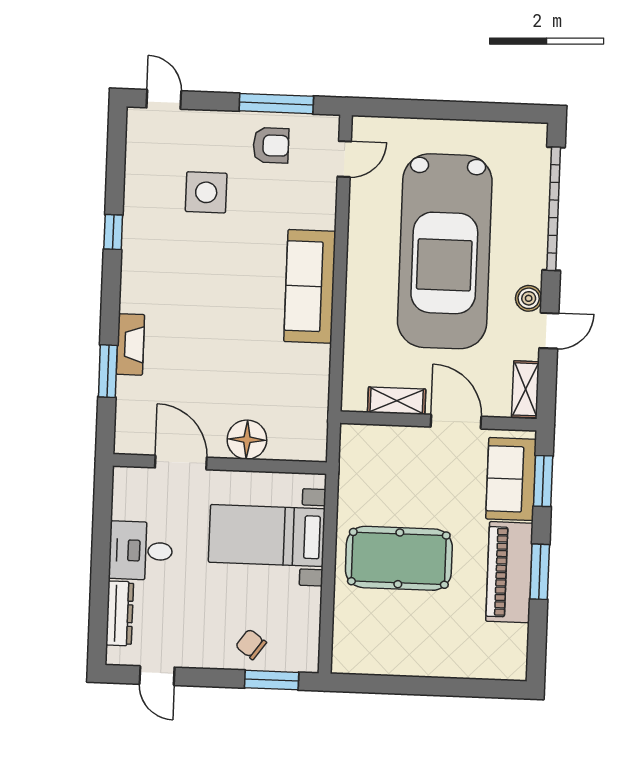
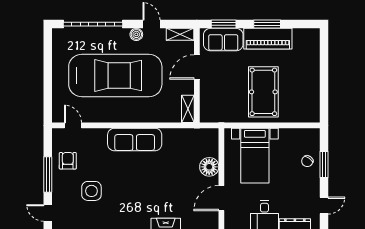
door: (164, 99) -> (48, 213), hinge flipped
window: (276, 104) -> (48, 175), moved
shelving: (397, 401) -> (188, 109), moved
window: (272, 680) -> (324, 165), moved

